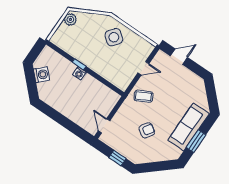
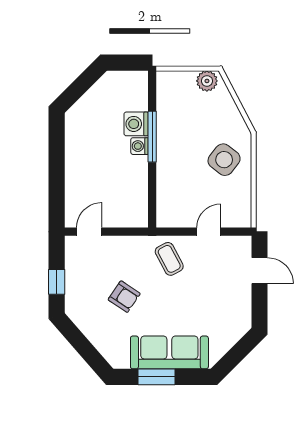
window: (79, 64) -> (152, 137), width x2.17
door: (143, 68) -> (209, 232), swing flipped
washing machine: (42, 75) -> (136, 124), moved, turned 135

